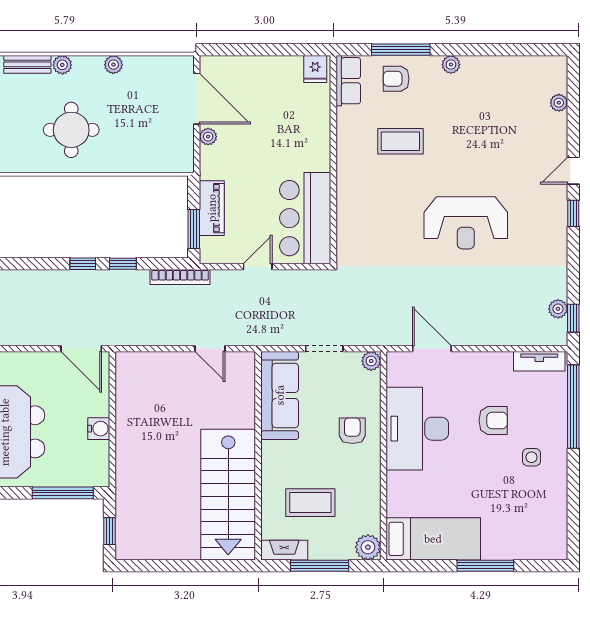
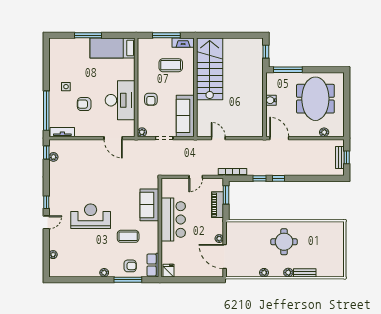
sofa: (356, 207) -> (149, 205), added
bar counter: (305, 218) -> (173, 220), moved
reception desk: (466, 223) -> (91, 216), moved
plant: (368, 547) -> (143, 44), removed

